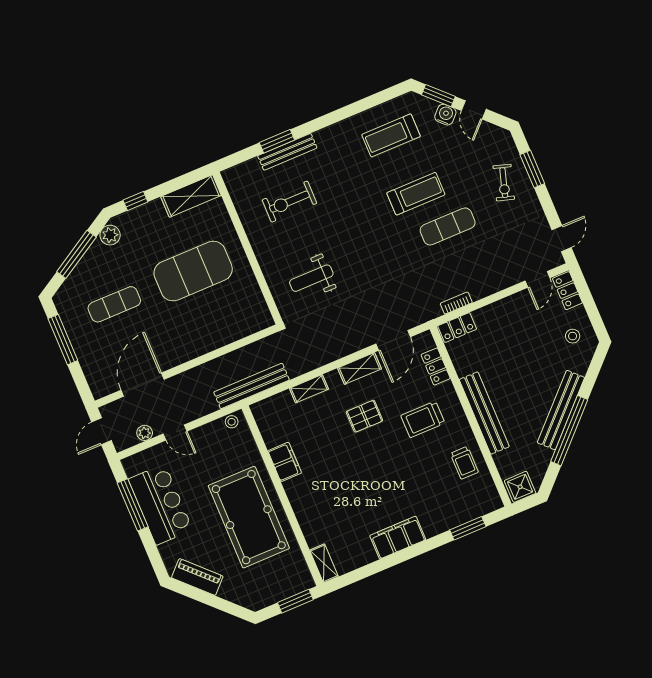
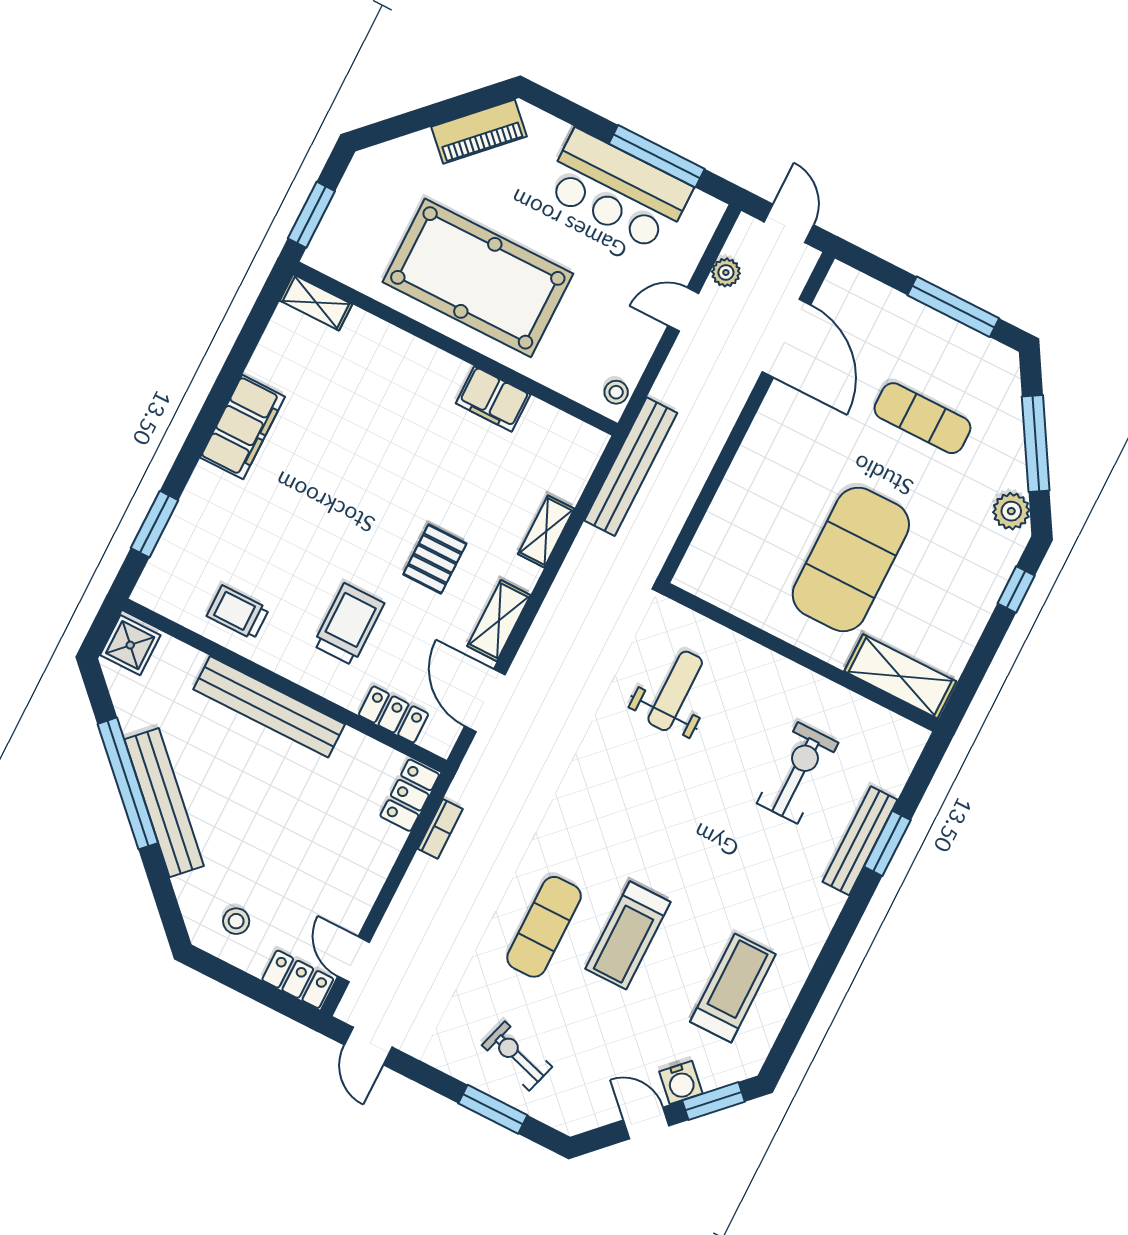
shelving: (191, 196) -> (900, 676), moved, turned 90
exercise mat: (114, 304) -> (922, 418), turned 90

